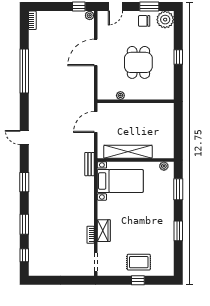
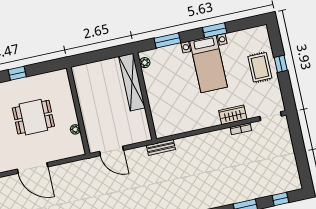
shelving: (128, 152) -> (132, 82), moved
bed with nightstands: (120, 181) -> (209, 64), moved, turned 180

